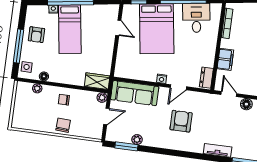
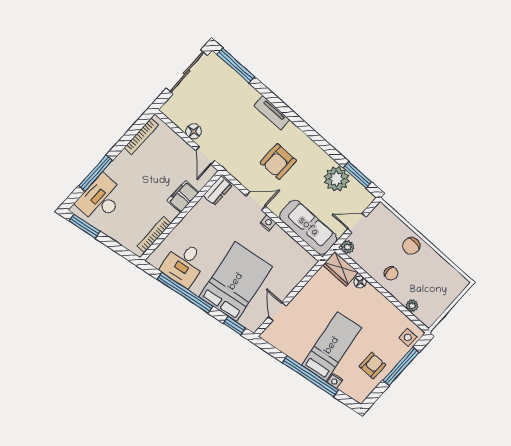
floor lamp: (44, 76) -> (360, 282), moved
plant: (137, 140) -> (337, 179), width x1.88, depth x1.88
tv unit: (218, 150) -> (272, 113), moved

